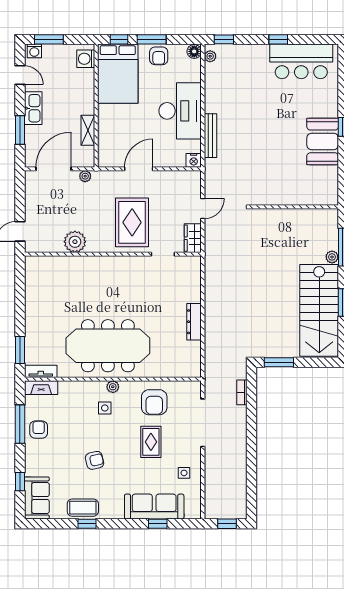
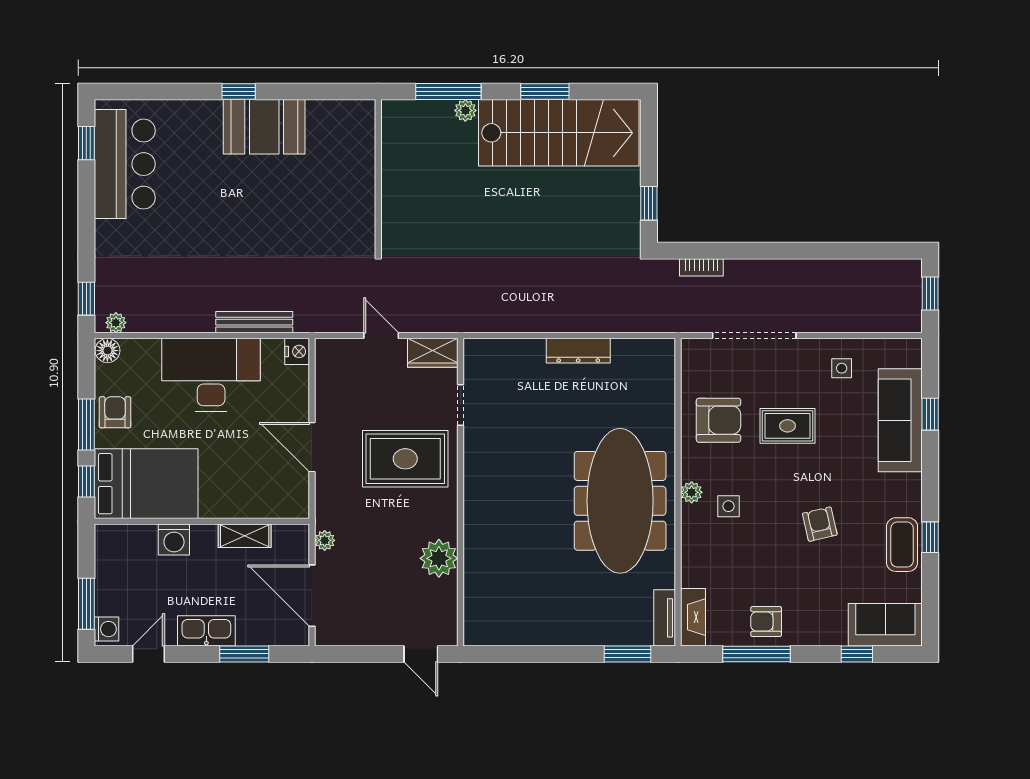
window: (278, 39) -> (86, 143), moved
armchair: (159, 56) -> (115, 412), turned -90
washing machine: (86, 59) -> (174, 539), moved
window: (279, 362) -> (649, 203), width x0.67

